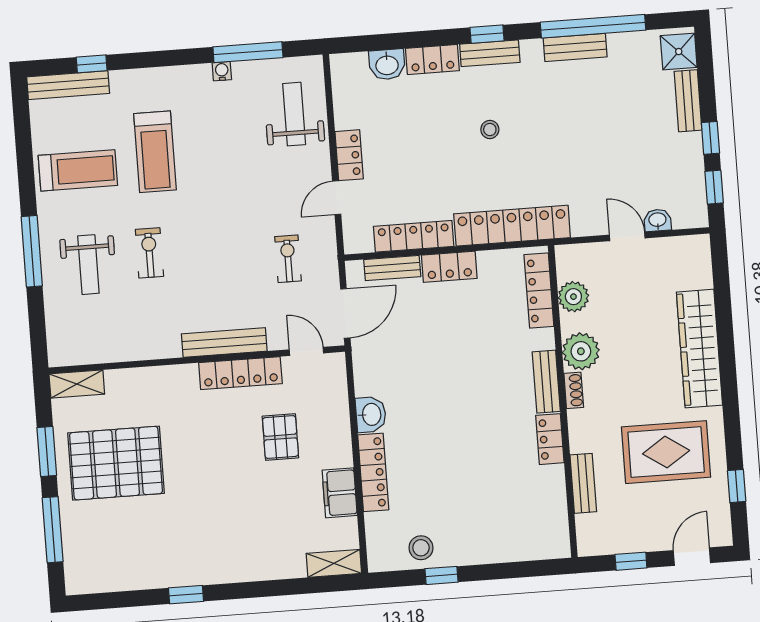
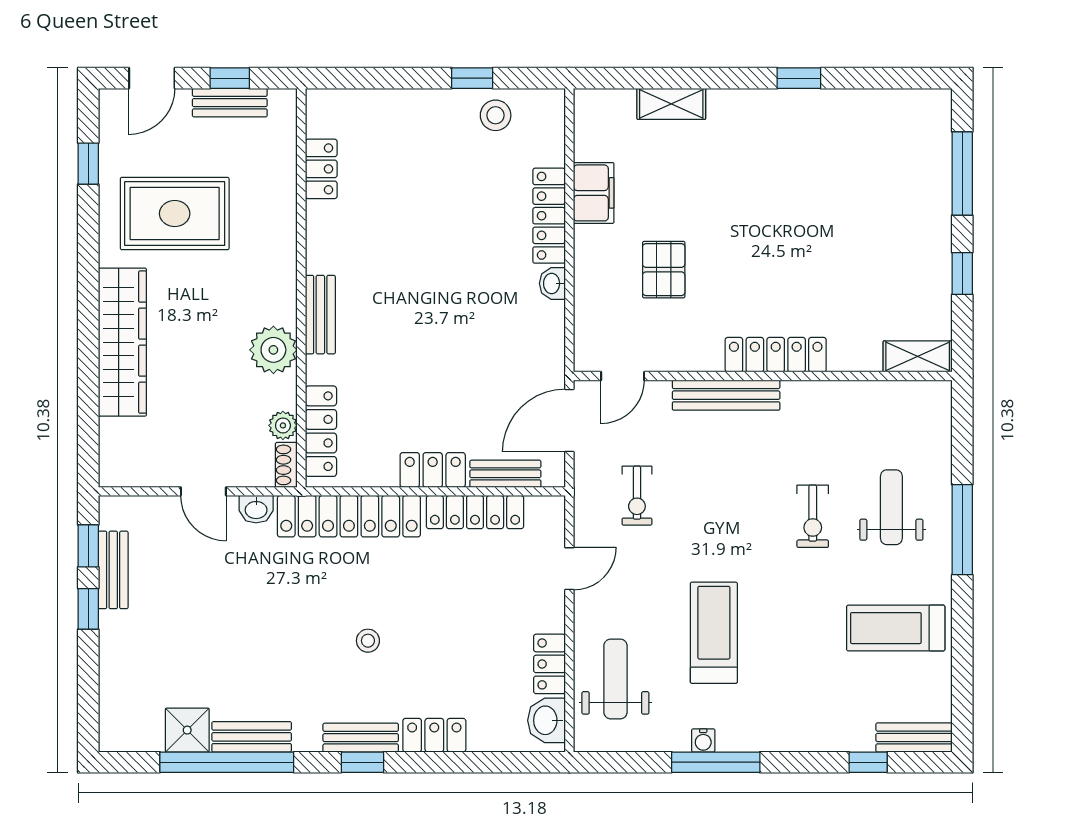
window: (248, 52) -> (716, 762), moved
shower: (679, 52) -> (187, 730), moved
washbasin: (387, 64) -> (546, 720), moved, turned -90
bench: (68, 85) -> (914, 737), width x0.73
bench: (688, 101) -> (113, 570), moved
weight bench: (294, 114) -> (615, 679), turned 180
treadmill: (155, 152) -> (714, 633), moved
locker: (349, 155) -> (549, 664), moved
washbasin: (658, 220) -> (256, 509), moved
plant: (573, 297) -> (283, 425), width x0.73, depth x0.73
door: (306, 351) -> (623, 376), hinge flipped
locker: (240, 373) -> (776, 355), moved
shoe rack: (574, 390) -> (286, 465), moved
washbasin: (371, 414) -> (552, 283), width x0.72, depth x0.69
locker: (550, 439) -> (321, 169), moved
window: (47, 451) -> (962, 274), width x0.67
pallet: (116, 463) -> (875, 252), removed
bench: (583, 483) -> (230, 103), moved, turned 90
shelving: (334, 563) -> (671, 104), moved

